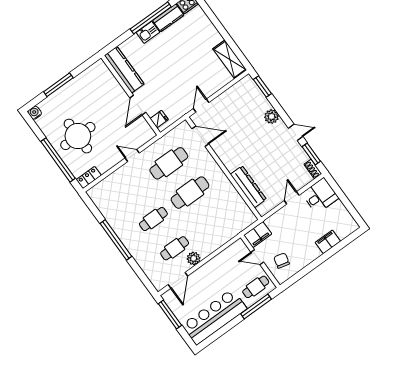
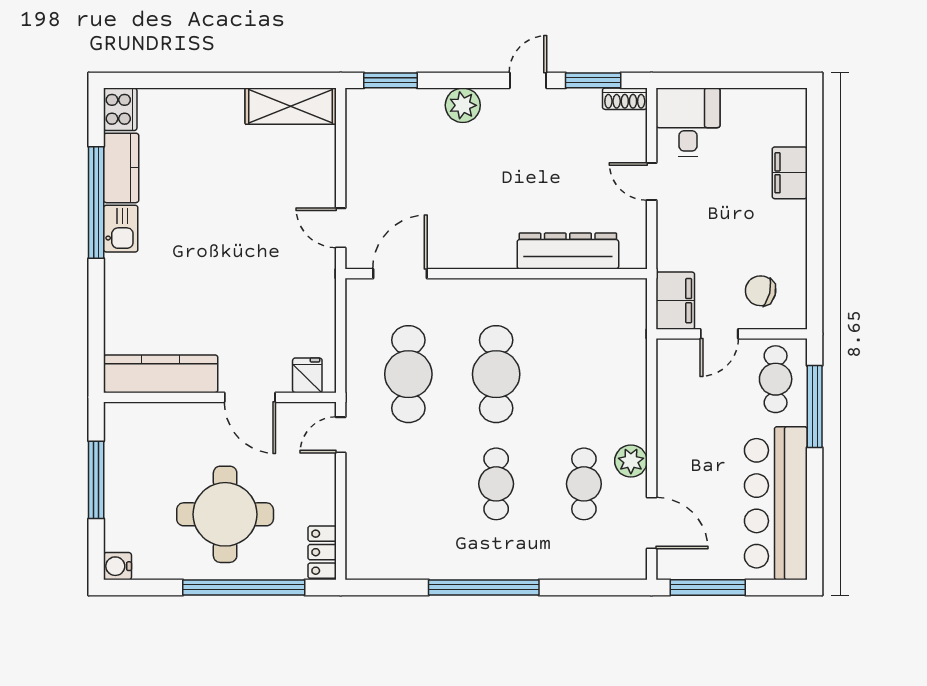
kitchen counter: (124, 70) -> (161, 374), moved
wall: (131, 95) -> (220, 397), moved
door: (138, 105) -> (250, 397), moved
fridge: (159, 119) -> (307, 375), moved

